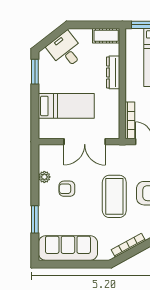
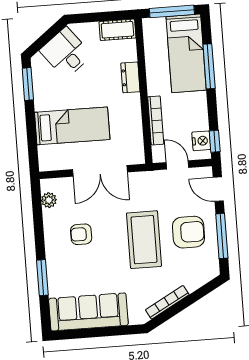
dresser: (113, 72) -> (130, 77), width x0.70
bookcase: (130, 120) -> (156, 120), moved
plant: (44, 177) -> (49, 200), moved

